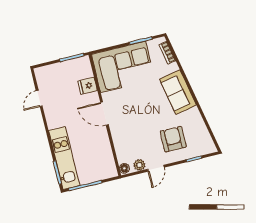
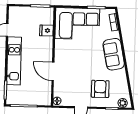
door: (104, 114) -> (53, 71), moved
kitchen unit: (64, 158) -> (14, 61), moved
plant: (139, 165) -> (123, 103), moved

